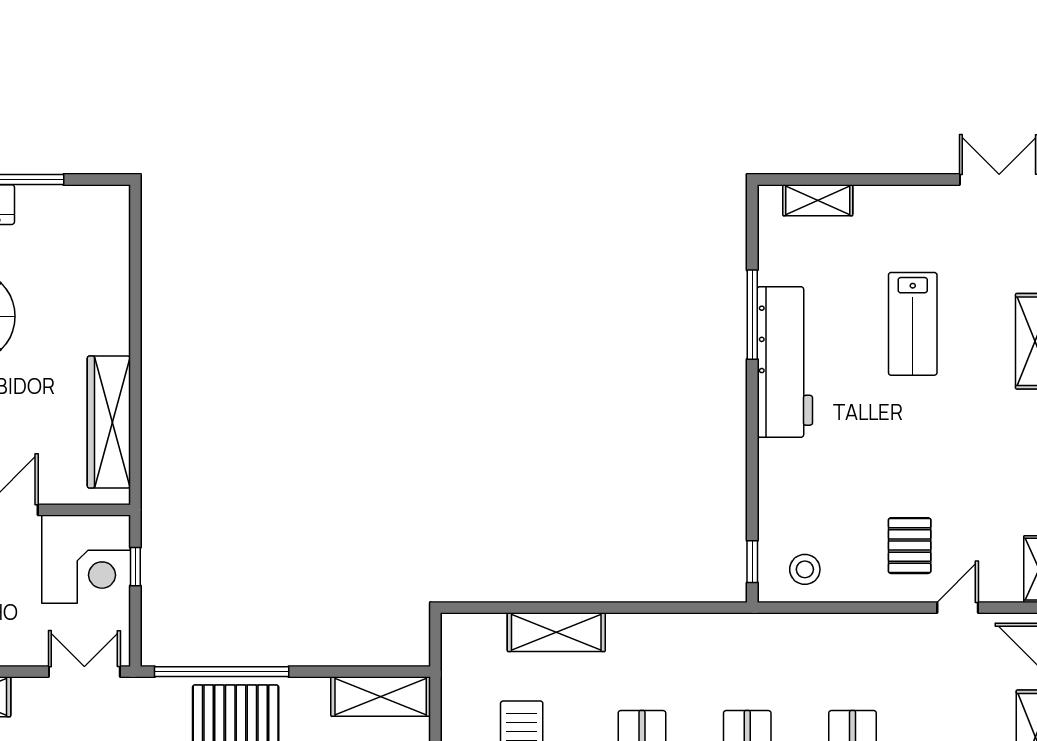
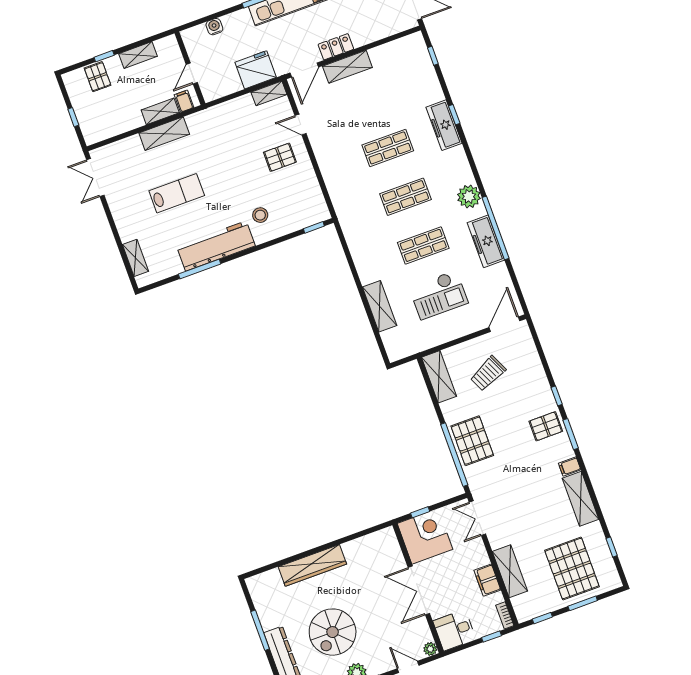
wardrobe: (109, 422) -> (312, 565), moved
stool: (805, 569) -> (260, 215), moved

